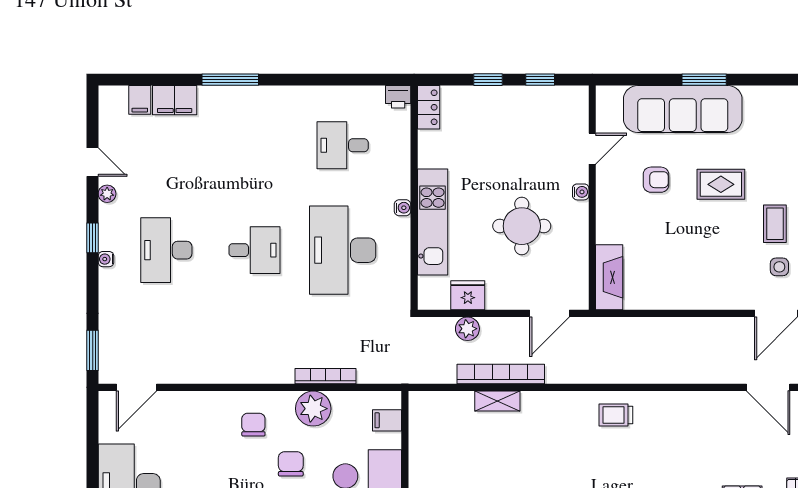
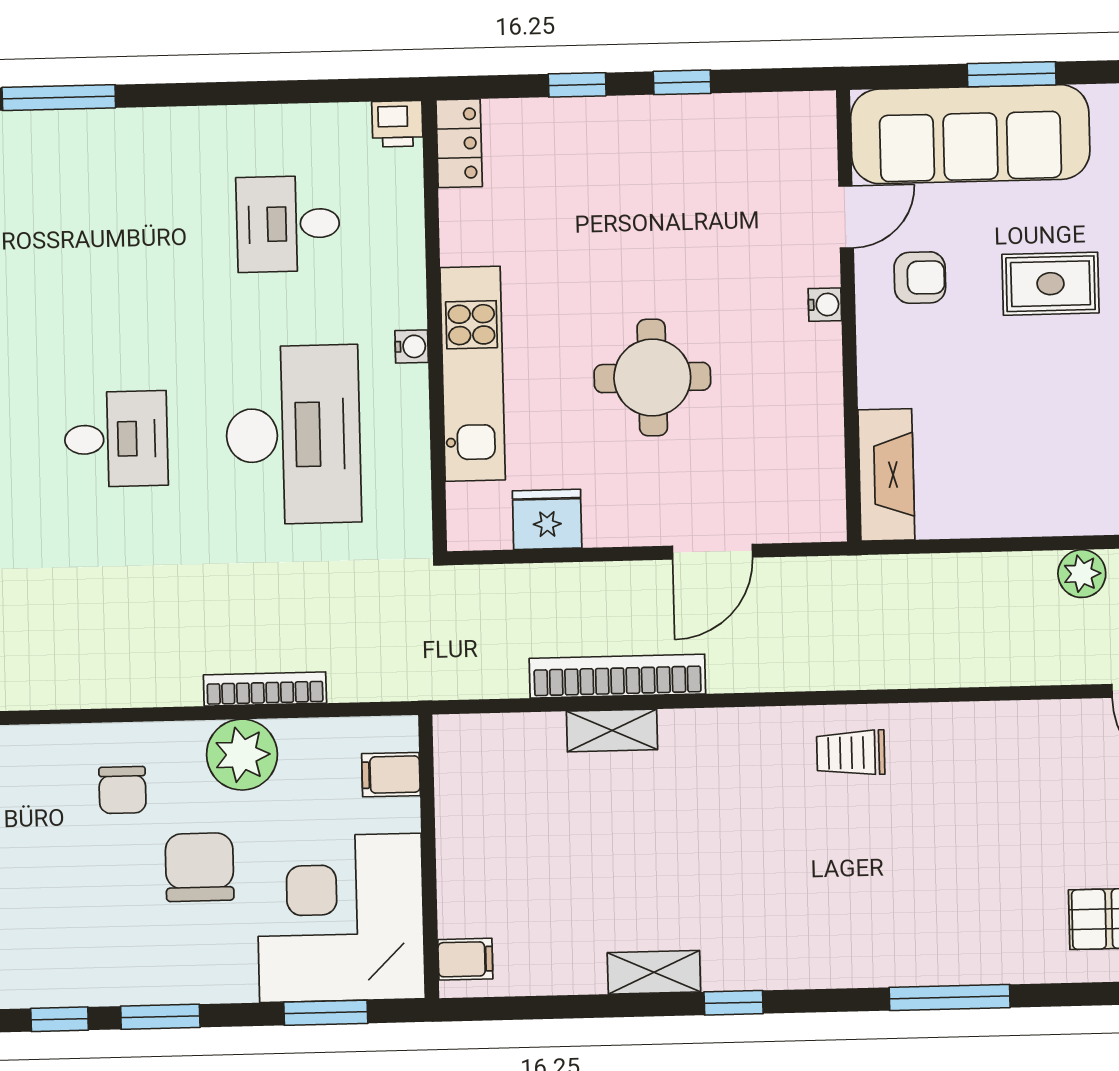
door: (592, 149) -> (846, 217), moved
water cooler: (581, 192) -> (825, 305), moved
wall: (592, 198) -> (848, 316), moved
desk: (343, 250) -> (293, 435), turned 180
fireplace: (609, 277) -> (886, 475), moved
plant: (467, 329) -> (1082, 574), moved
chair: (253, 425) -> (122, 790), turned 180
chair: (291, 464) -> (200, 867), width x1.37, depth x1.37

